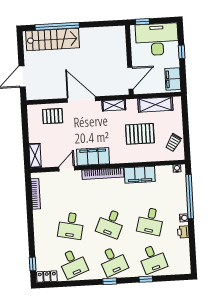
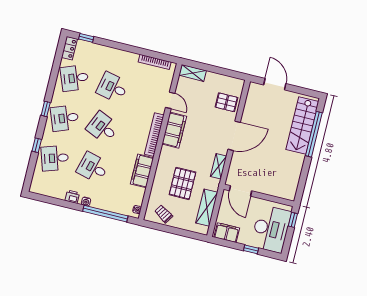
pallet: (53, 116) -> (226, 102), turned 90

